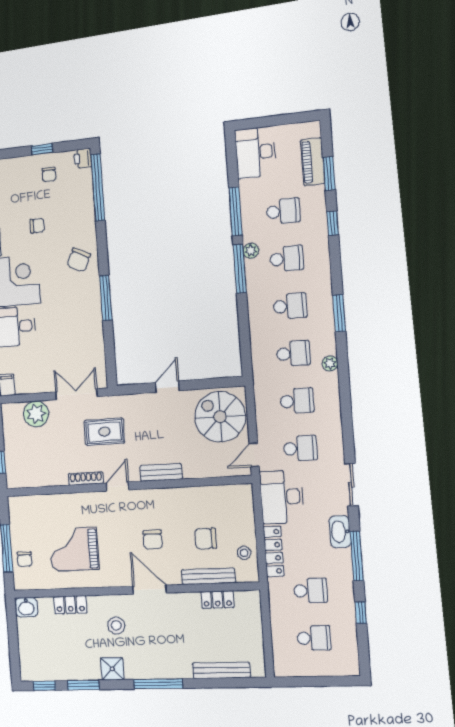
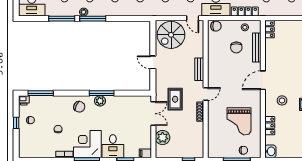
window: (98, 187) -> (41, 93), width x0.68
plant: (92, 296) -> (100, 101), added
double door: (76, 394) -> (153, 114), swing flipped
door: (118, 487) -> (206, 94), swing flipped
chair: (153, 540) -> (216, 26), moved
locker: (217, 600) -> (270, 29), moved

